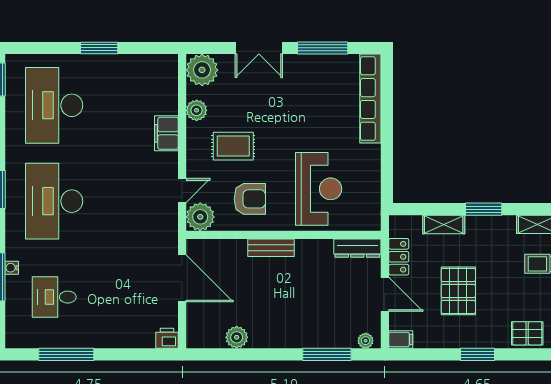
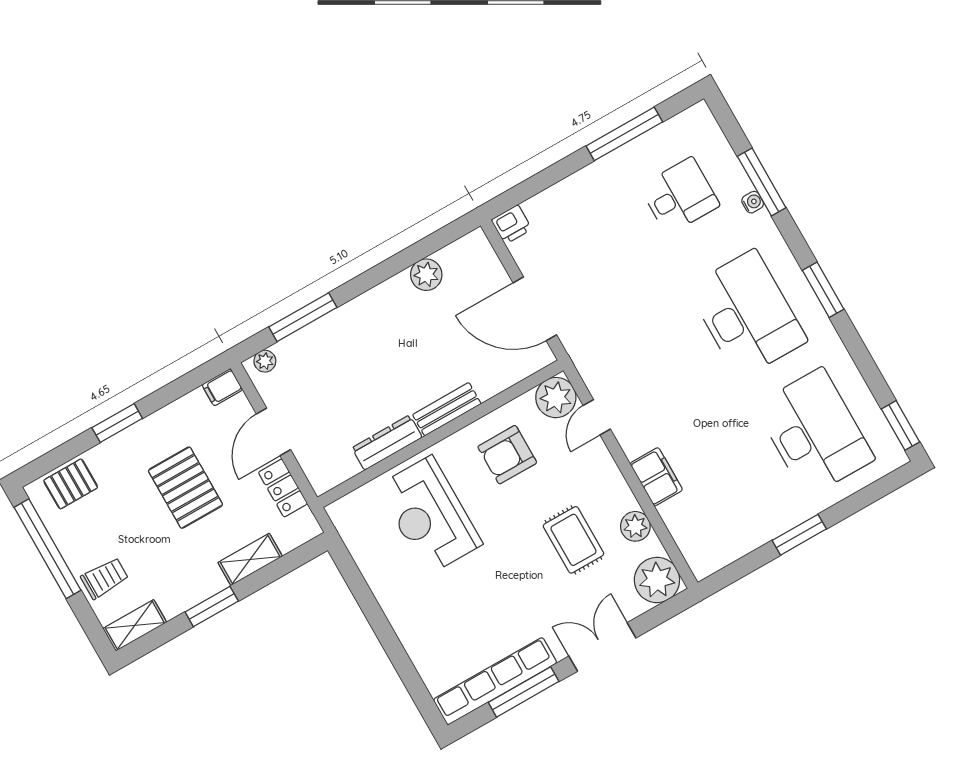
row of seats: (370, 99) -> (495, 681), moved, turned -90
rug: (233, 146) -> (573, 540), moved, turned 90
dresser: (357, 248) -> (387, 443), moved
door: (385, 294) -> (273, 432), hinge flipped

